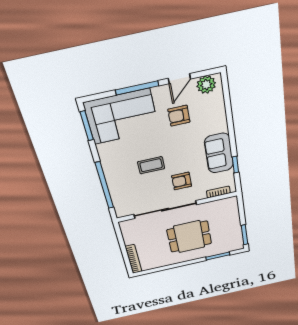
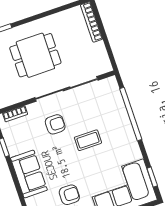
window: (87, 126) -> (152, 177), width x0.67
sofa: (219, 153) -> (29, 174), moved

